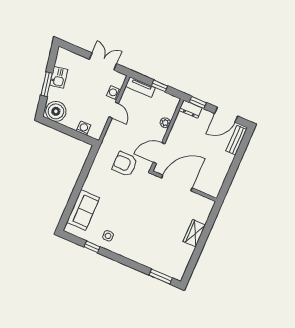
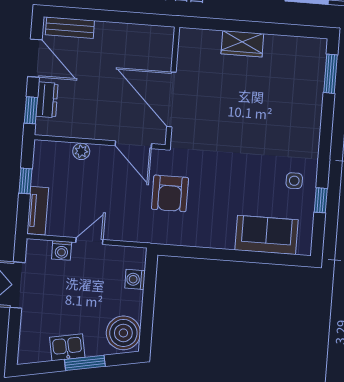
dresser: (191, 109) -> (47, 100), moved

